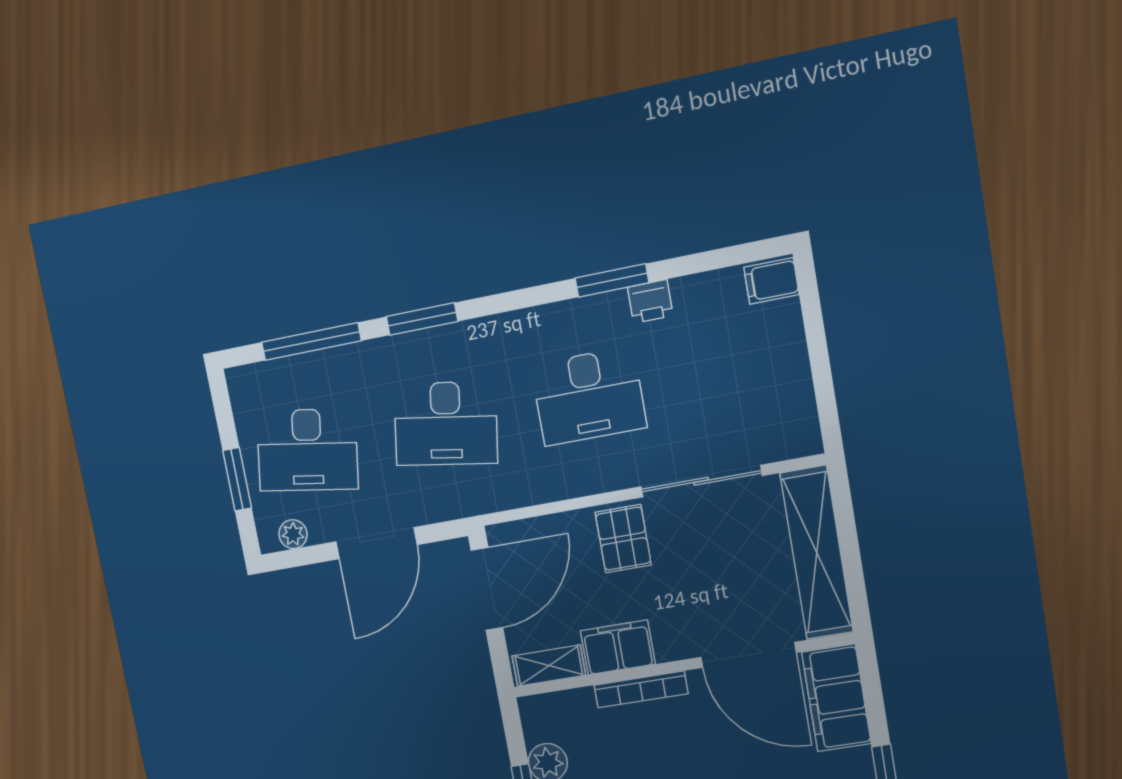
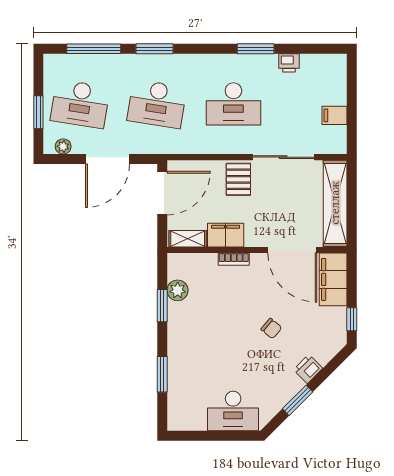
filing cabinet: (771, 281) -> (335, 115), moved
printer: (650, 301) -> (289, 63), moved
bookcase: (641, 689) -> (234, 259), width x0.64

